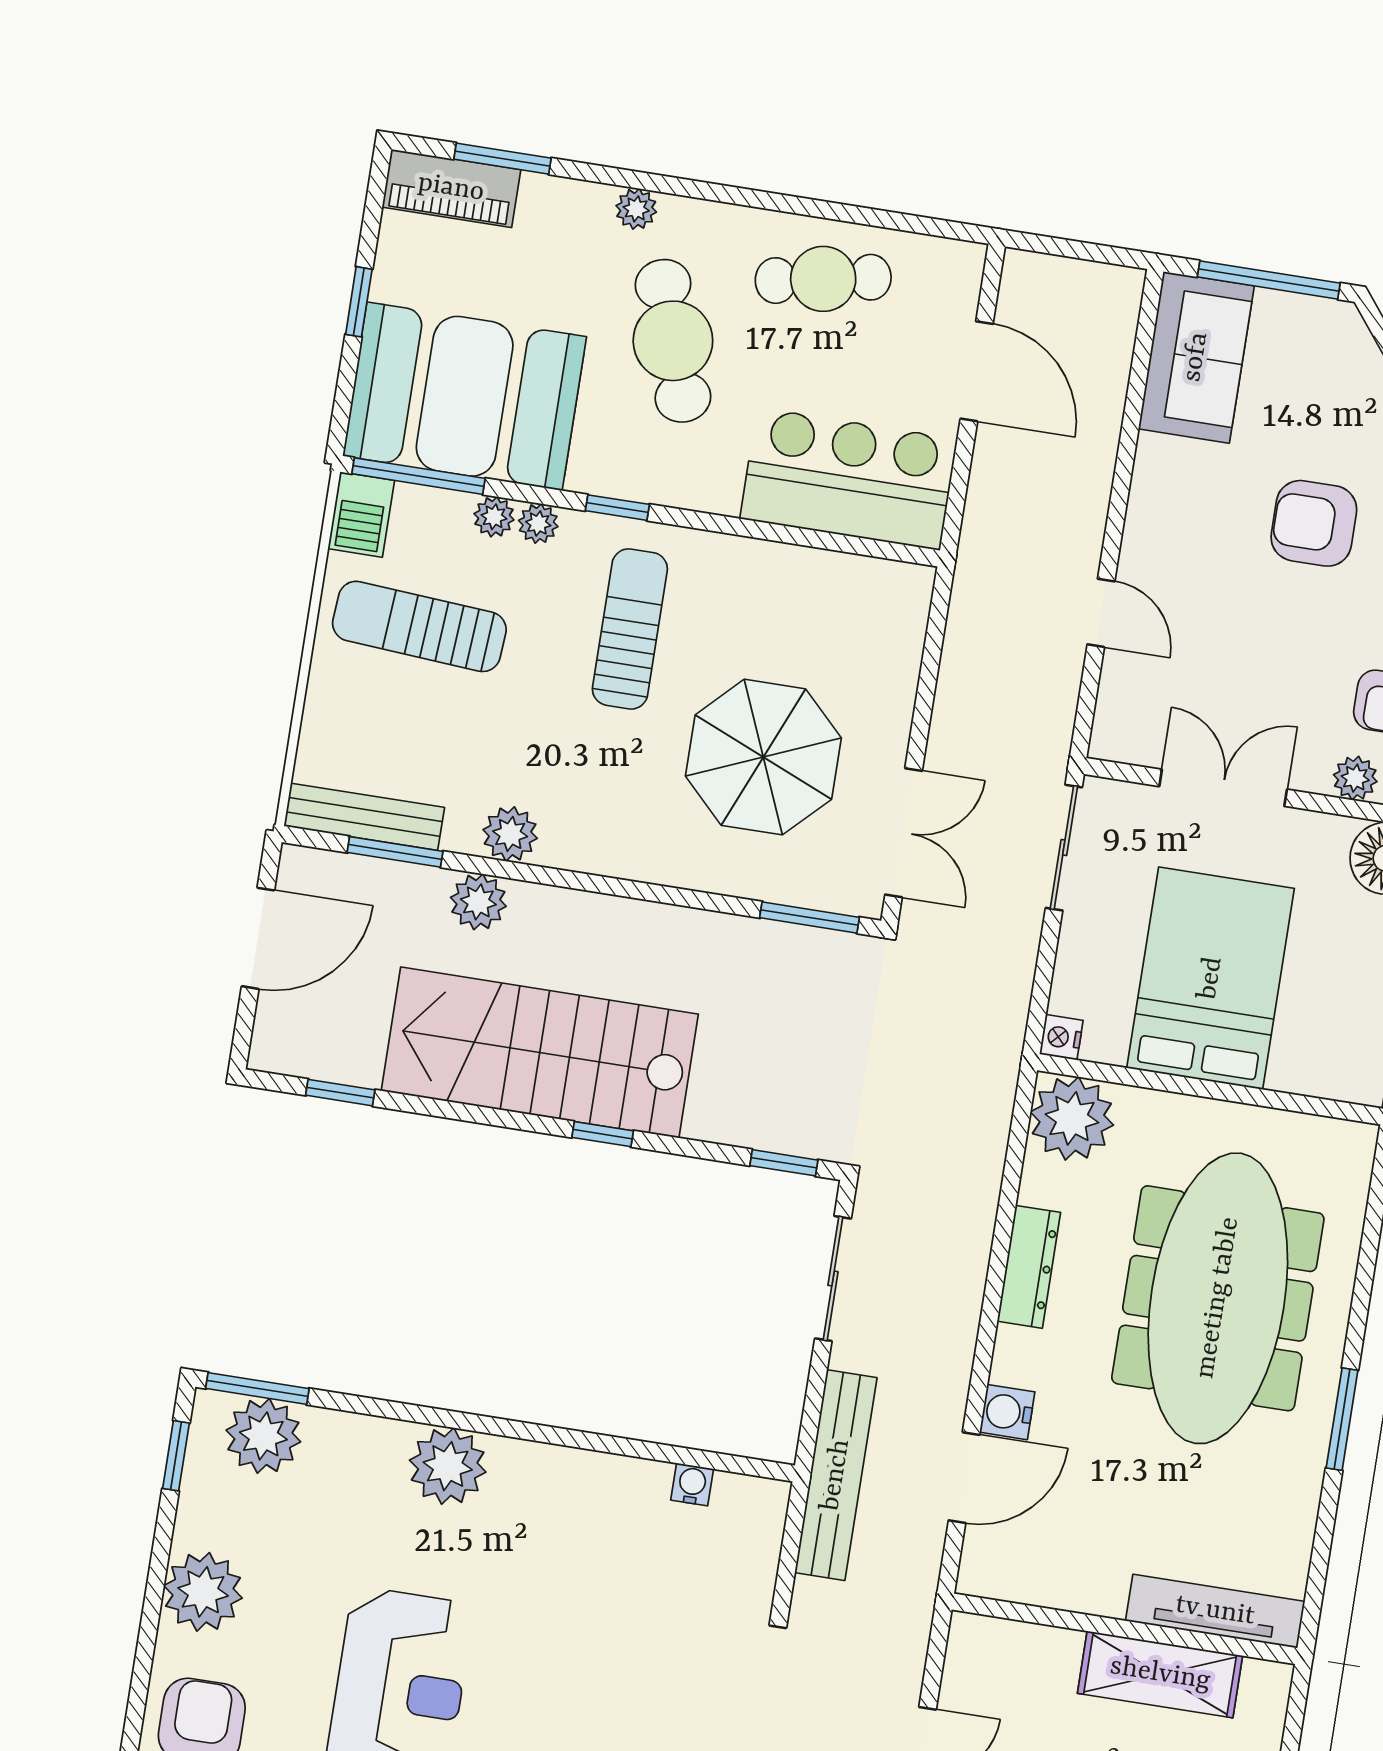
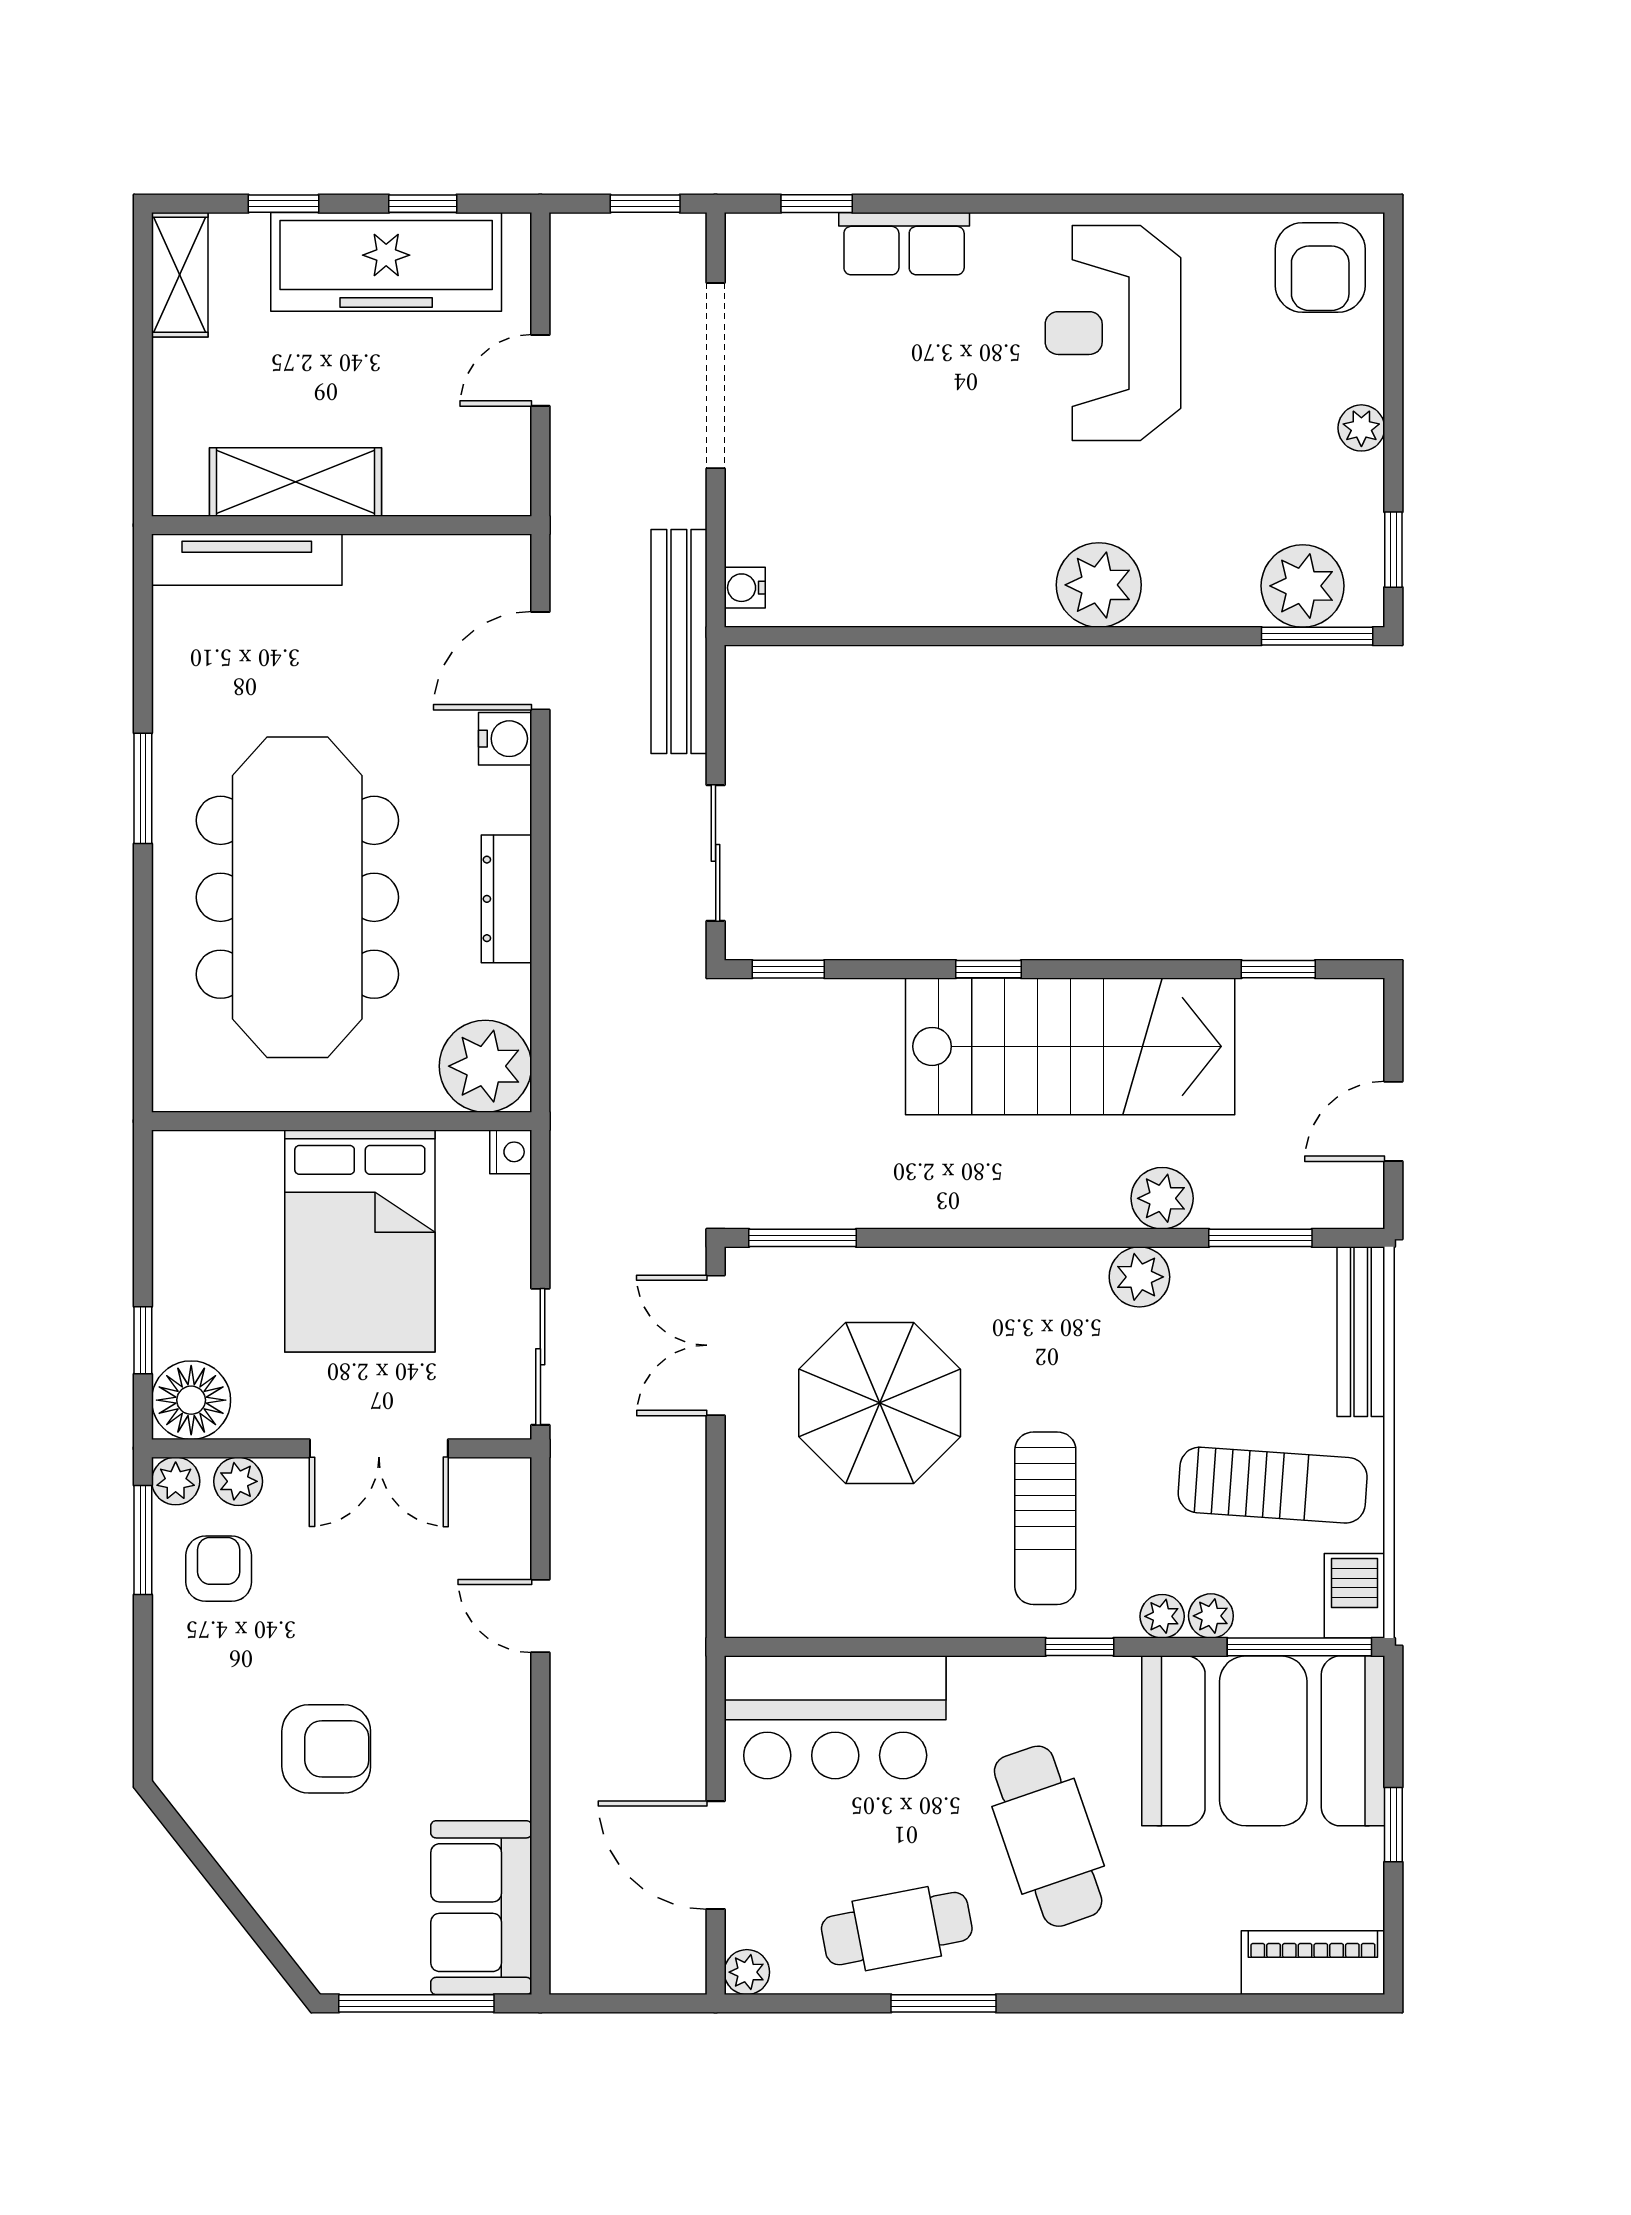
window: (502, 159) -> (944, 2003), moved
plant: (636, 209) -> (747, 1972), moved
bench: (364, 817) -> (1361, 1332), moved, turned 90
door: (258, 938) -> (1393, 1121), width x0.73
water cooler: (692, 1484) -> (745, 588), moved, turned 90
plant: (203, 1592) -> (1361, 428), width x0.53, depth x0.53

